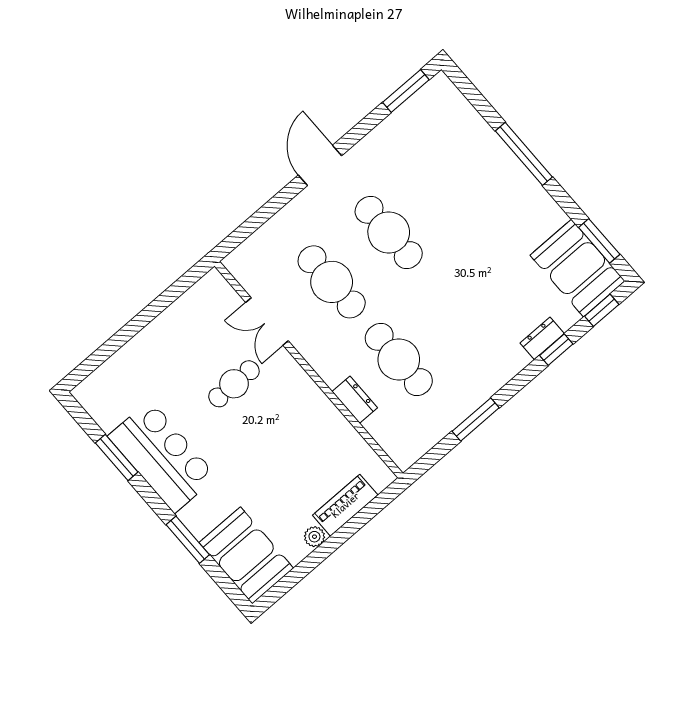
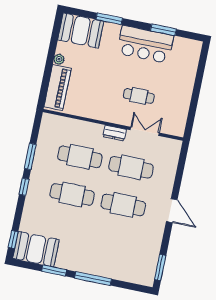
window: (599, 241) -> (54, 270), moved
cafe table: (456, 310) -> (72, 194), added
dresser: (542, 338) -> (29, 210), removed
window: (556, 350) -> (24, 187), moved
cafe table: (234, 384) -> (139, 96), turned 90
dresser: (355, 400) -> (114, 133), moved
piano: (345, 505) -> (57, 88), width x1.37, depth x1.33

